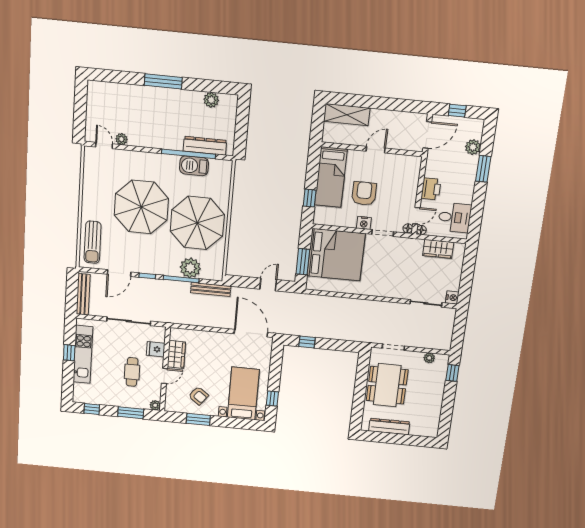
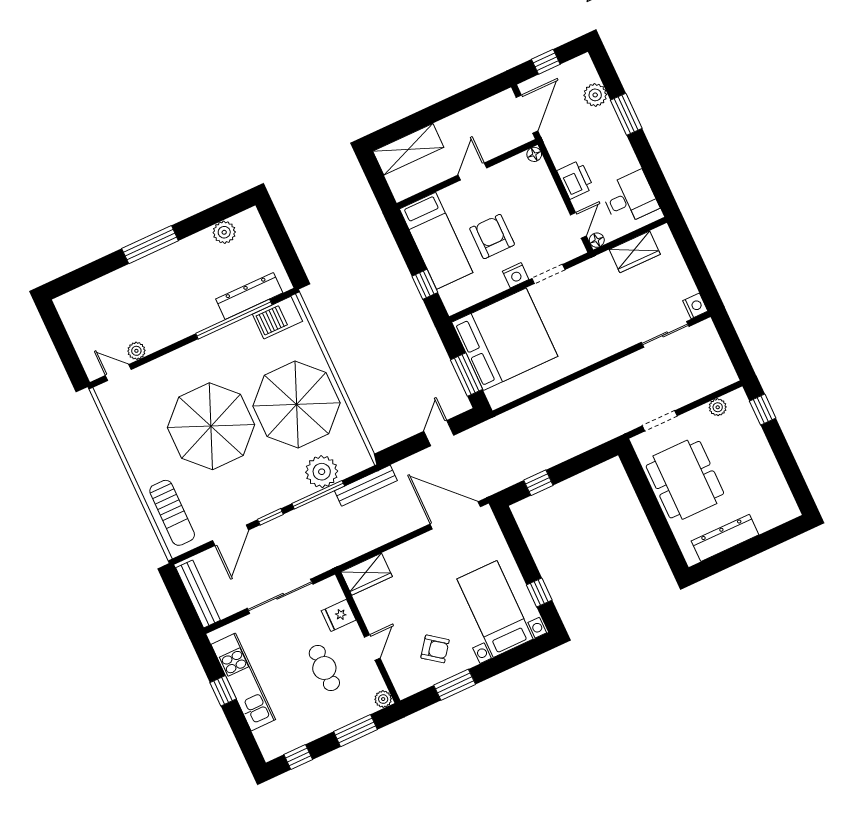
barbecue: (194, 166) -> (277, 318), moved
floor lamp: (408, 228) -> (534, 154), moved
wardrobe: (176, 354) -> (367, 574), moved, turned 90

